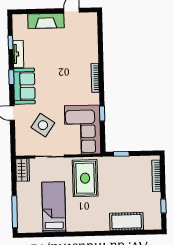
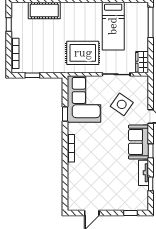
window: (31, 11) -> (130, 213), added
fireplace: (46, 21) -> (116, 204), removed
window: (121, 154) -> (32, 75), moved
rug: (85, 178) -> (83, 53), turned 90

